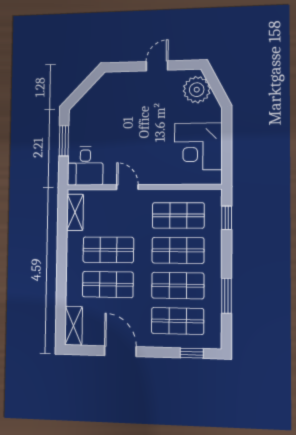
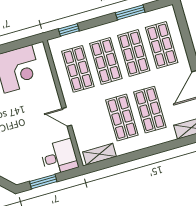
door: (127, 187) -> (67, 117), hinge flipped
window: (192, 353) -> (183, 27), removed

